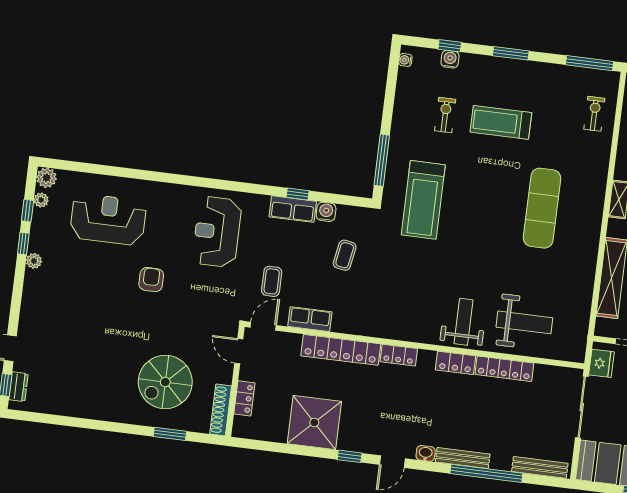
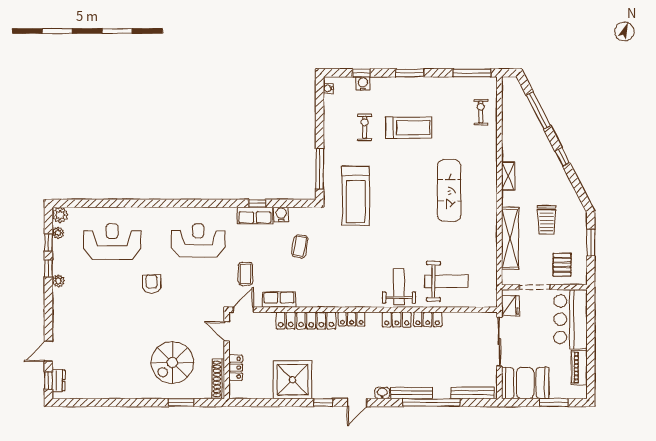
treadmill: (501, 122) -> (409, 128), turned 180
reception desk: (217, 232) -> (198, 241), turned 90
locker: (504, 369) -> (428, 319), width x0.66

